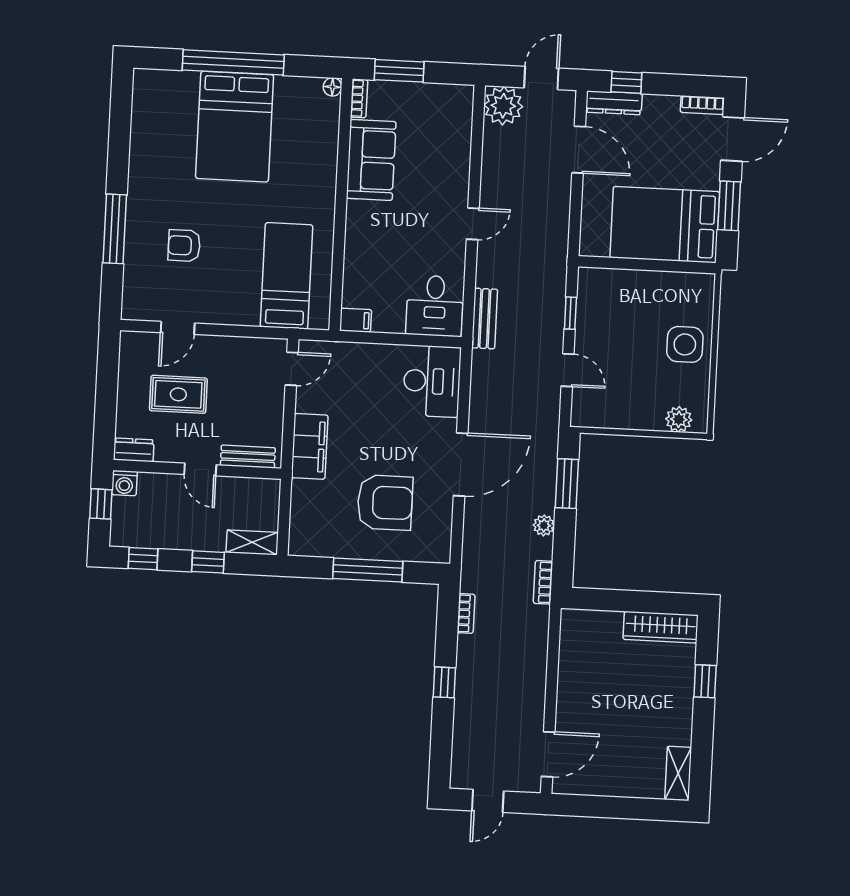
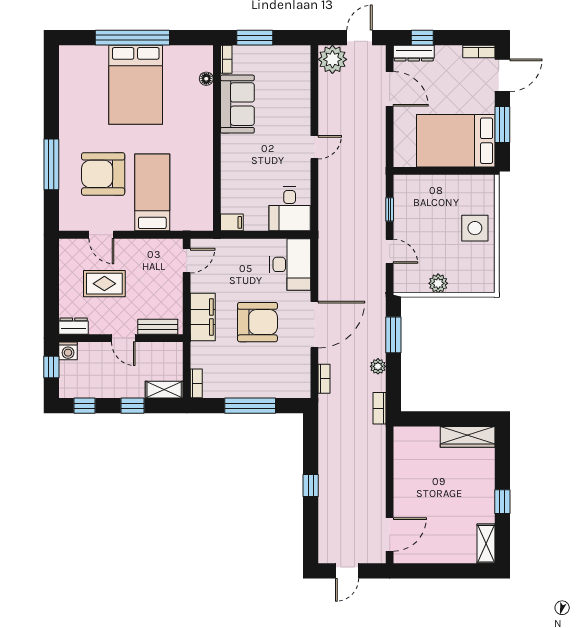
floor lamp: (333, 87) -> (206, 79), moved
armchair: (184, 246) -> (103, 174), width x1.88, depth x1.88
bed: (287, 276) -> (152, 192), moved
bench: (485, 319) -> (327, 216), removed
door: (178, 328) -> (101, 235), hinge flipped
plant: (679, 419) -> (438, 283), moved
armchair: (385, 503) -> (257, 322), moved
bookcase: (296, 536) -> (196, 383), added
bookcase: (466, 613) -> (324, 379), moved
window: (705, 681) -> (502, 502), moved

